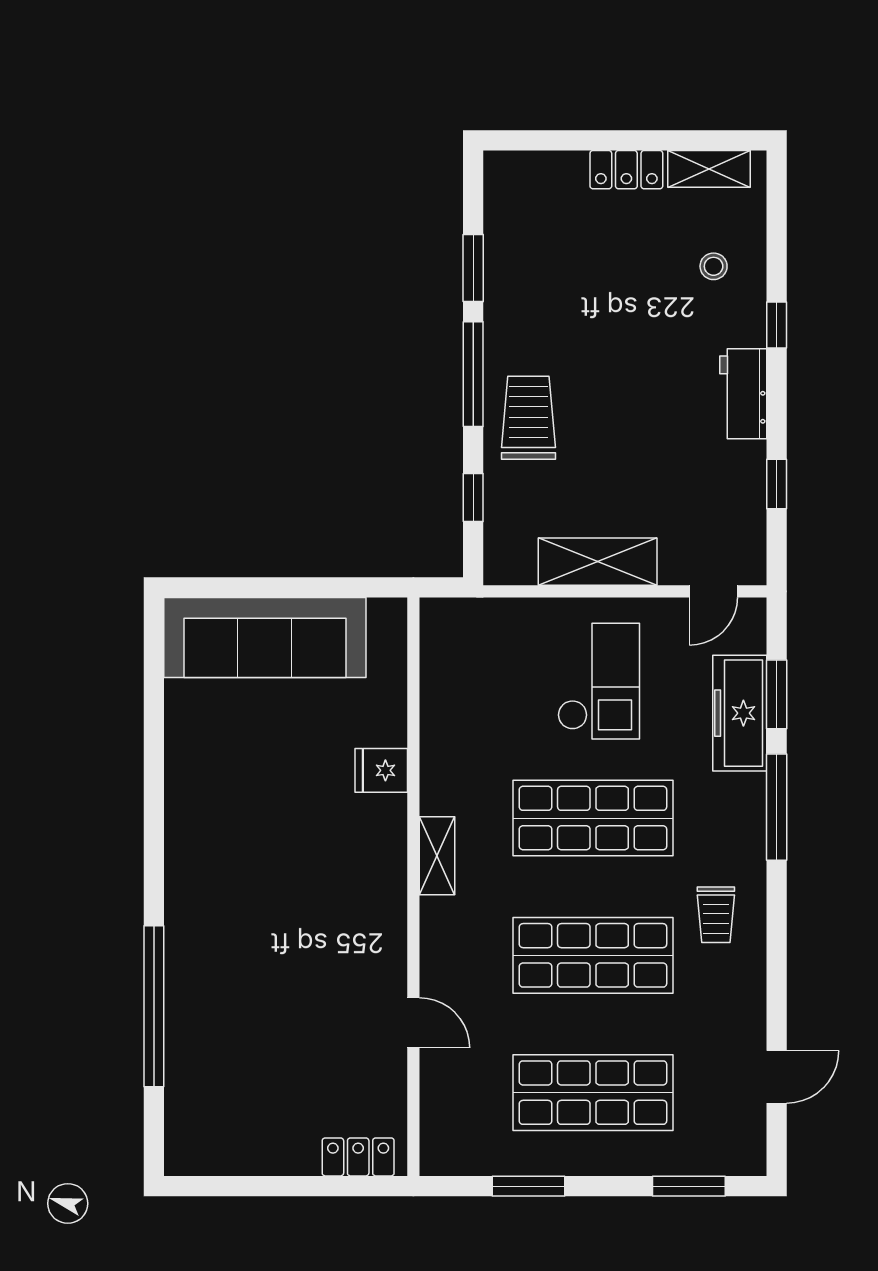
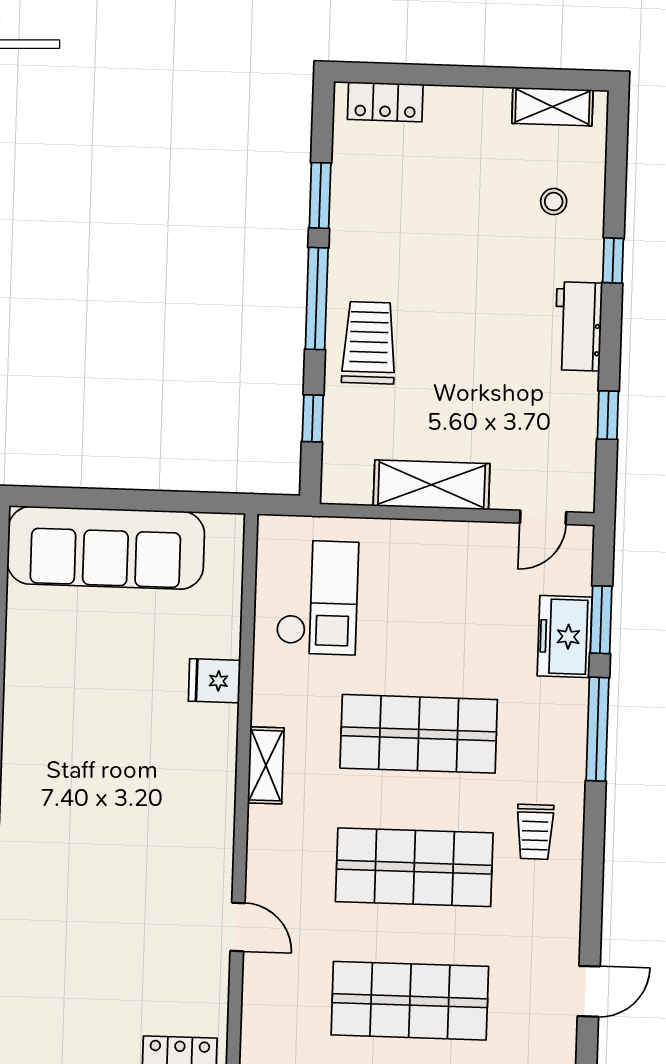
locker: (626, 170) -> (385, 102), moved
checkout: (599, 681) -> (317, 597), moved
freezer: (740, 713) -> (565, 637), width x0.71

